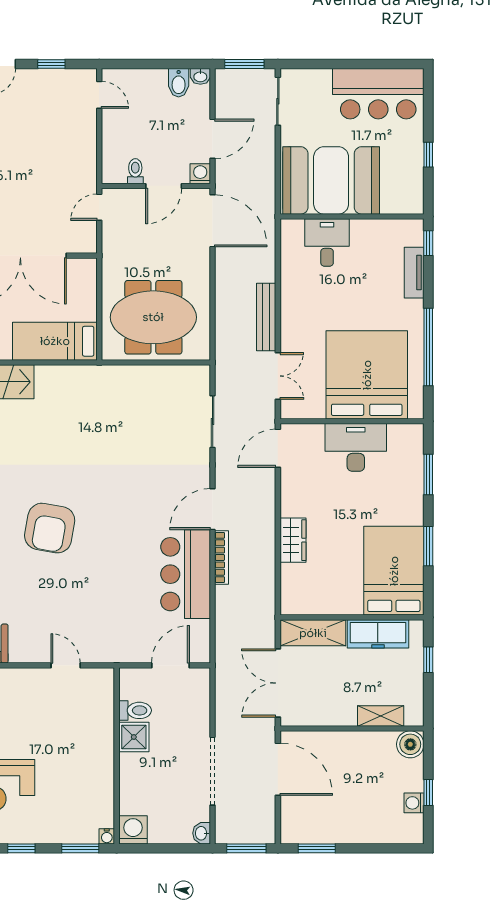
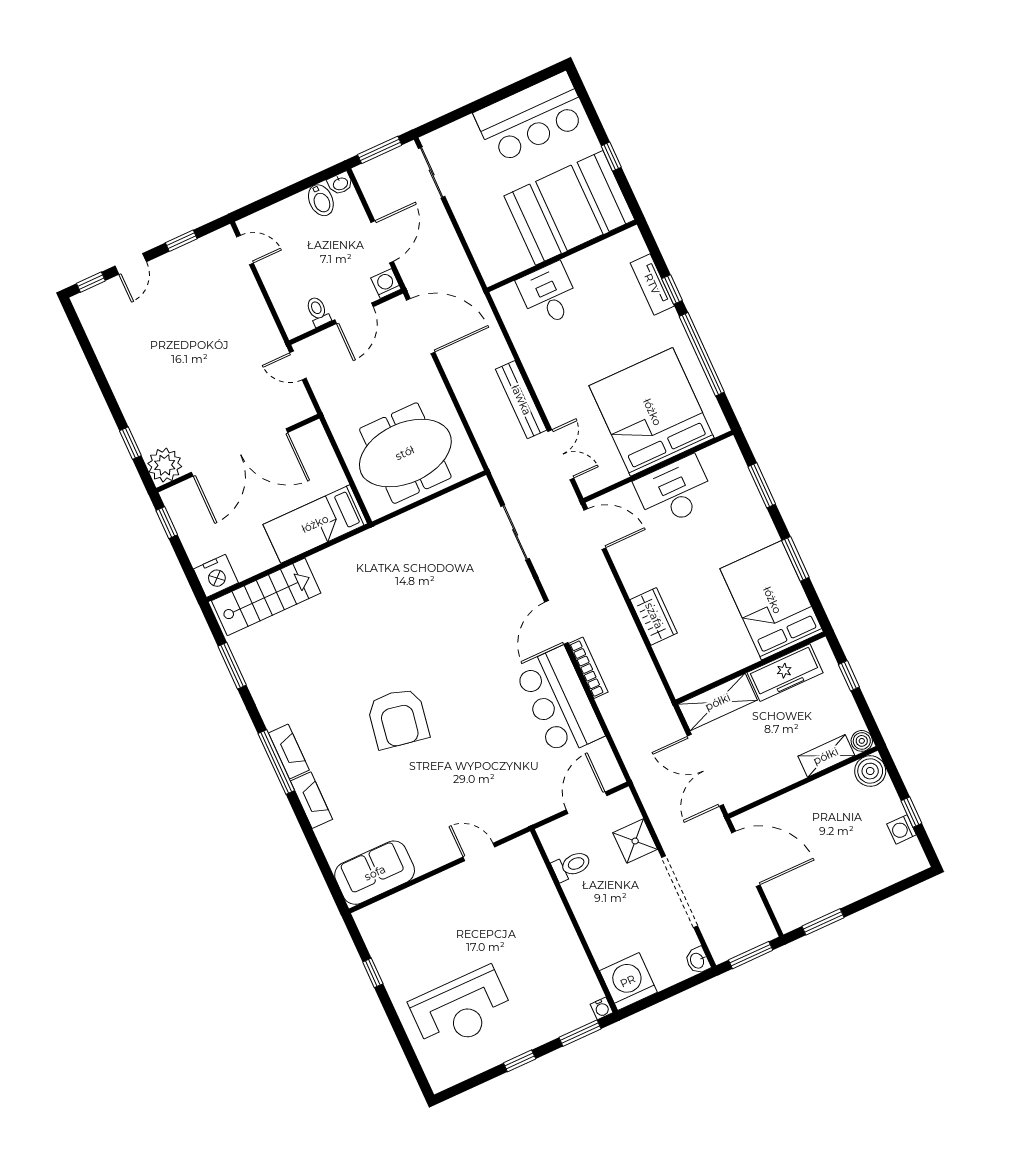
booth: (331, 180) -> (569, 208), moved
door: (99, 207) -> (298, 365), hinge flipped
window: (428, 243) -> (672, 289), moved
door: (278, 448) -> (595, 529), swing flipped
boiler: (415, 717) -> (862, 741), added
shower: (134, 737) -> (635, 841), moved
washing machine: (133, 830) -> (628, 981), width x1.37, depth x1.37

